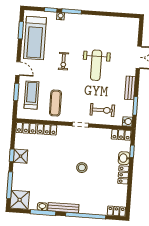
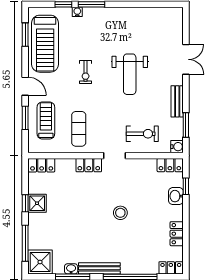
locker: (47, 129) -> (89, 165), moved
locker: (123, 175) -> (177, 234), moved

